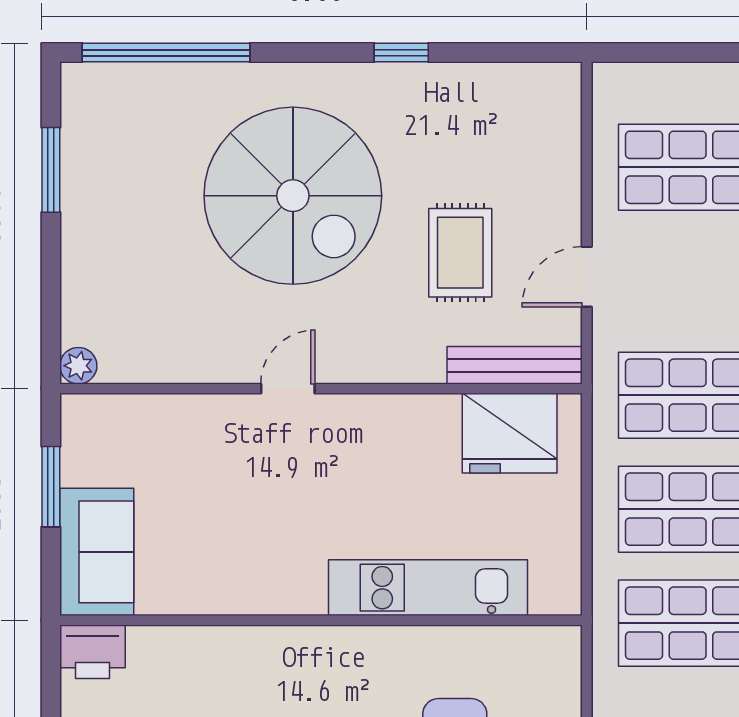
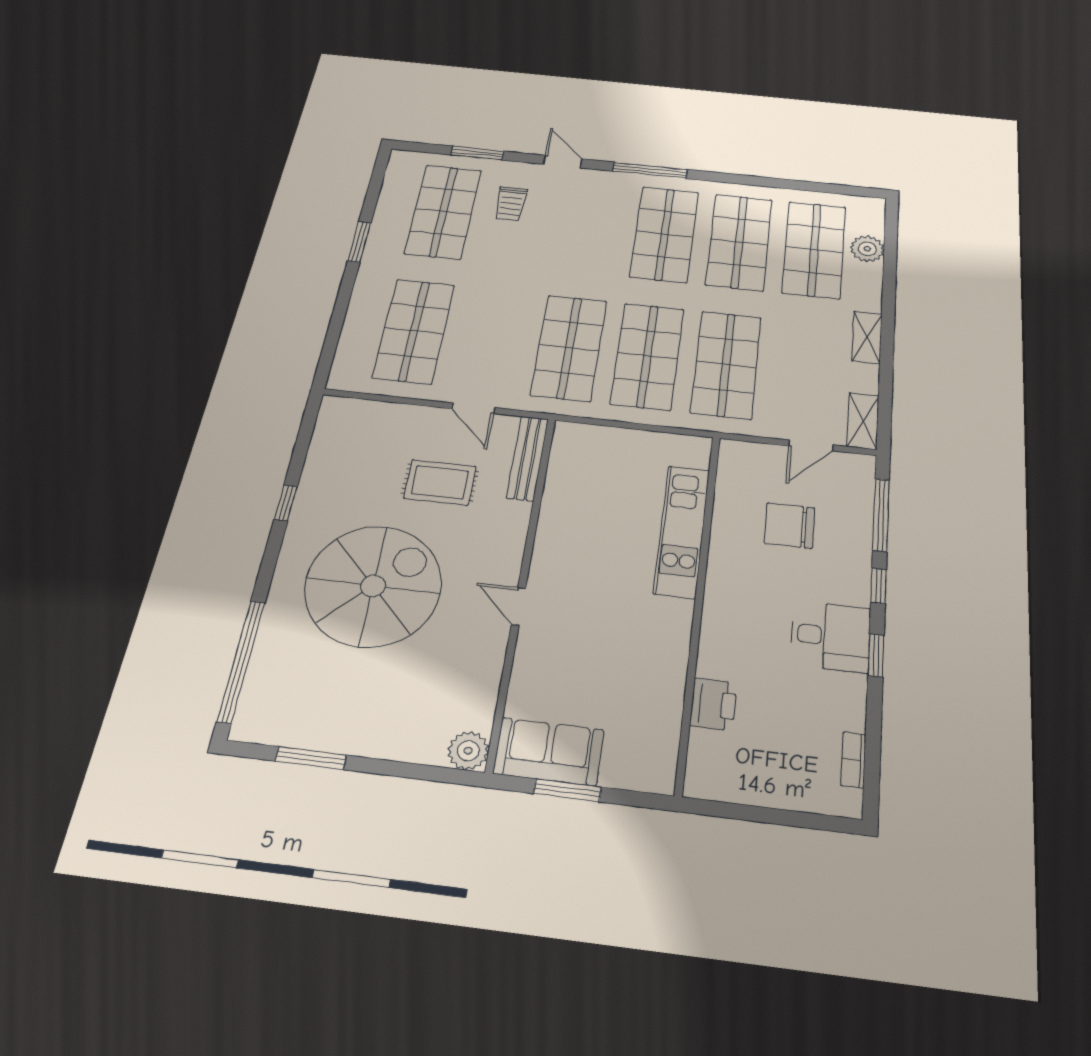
plant: (78, 366) -> (468, 751), width x1.38, depth x1.38
fridge: (510, 433) -> (576, 467), removed
sofa: (97, 552) -> (549, 752), moved
printer: (93, 652) -> (713, 704), moved

